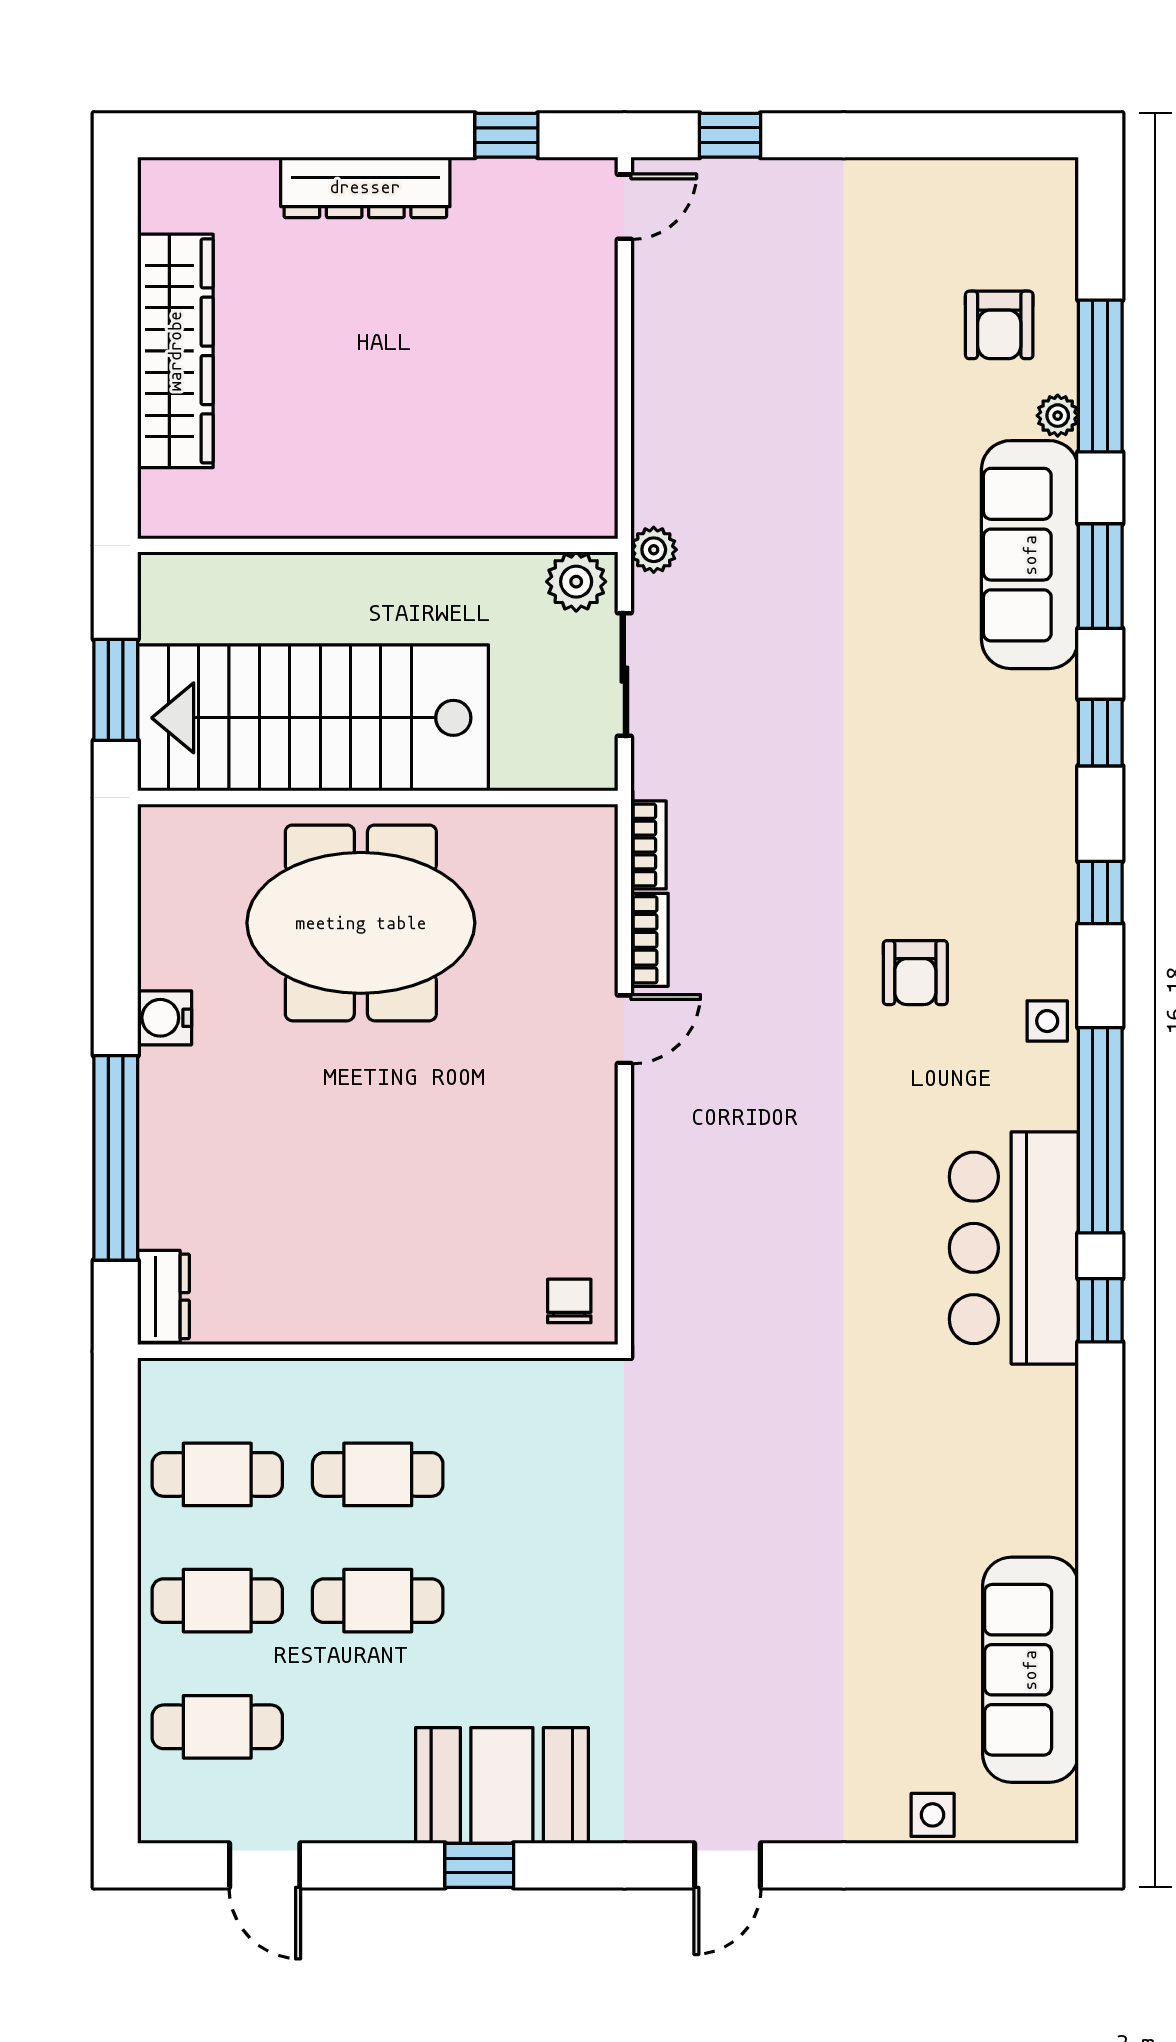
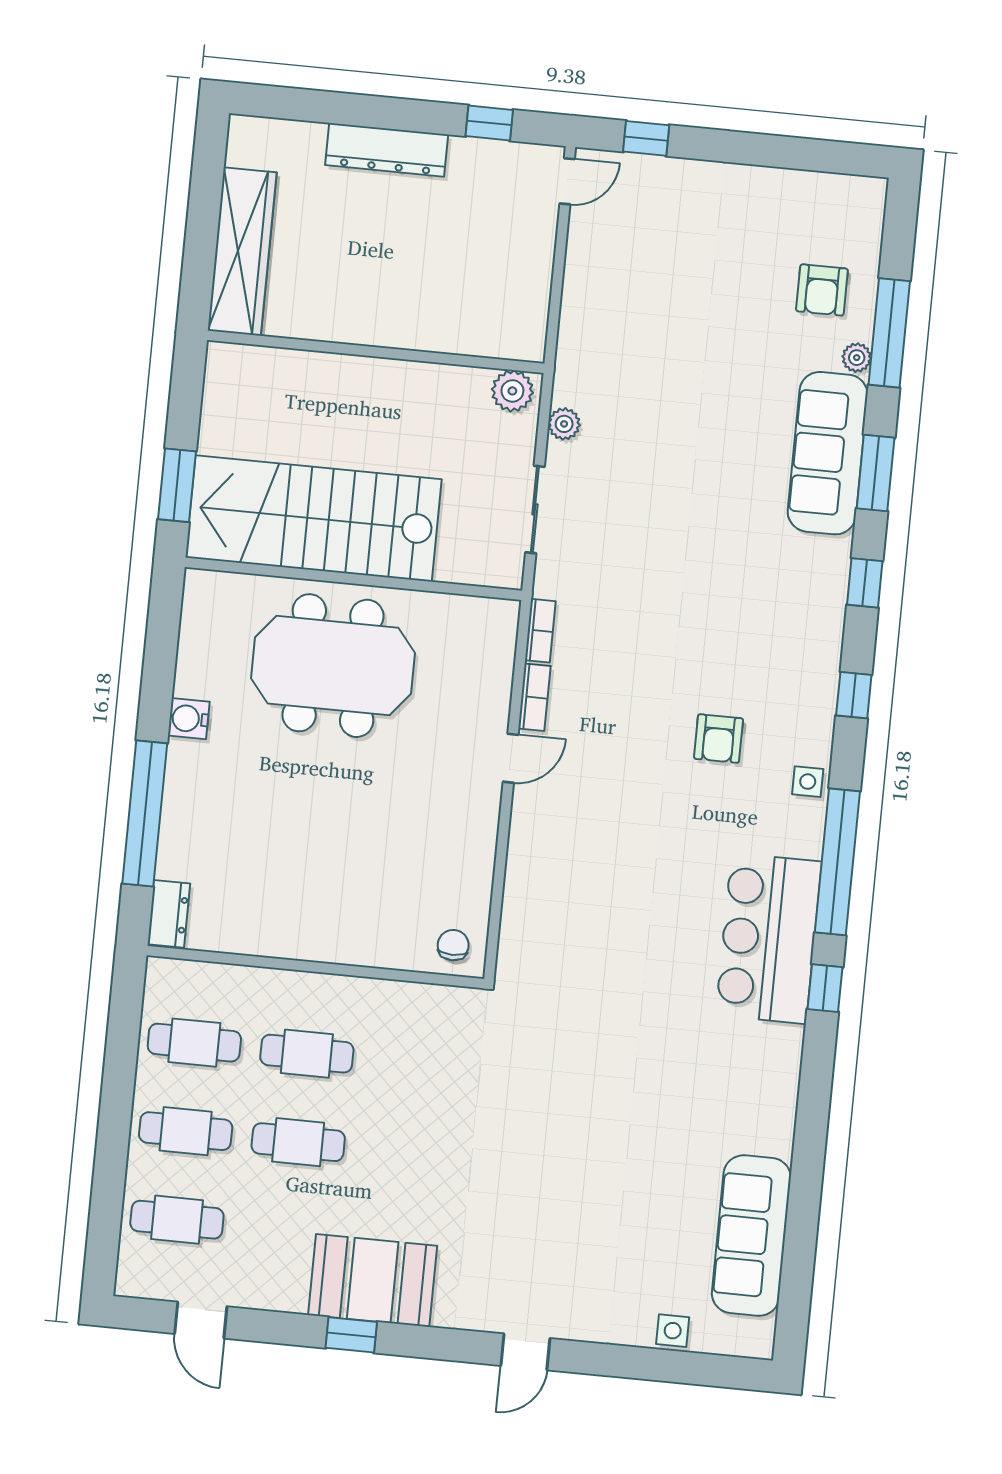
wall: (378, 545) -> (376, 352), moved
plant: (576, 582) -> (512, 391), moved

